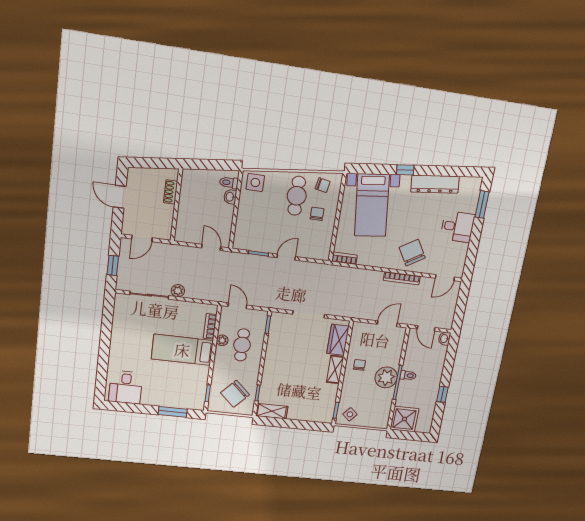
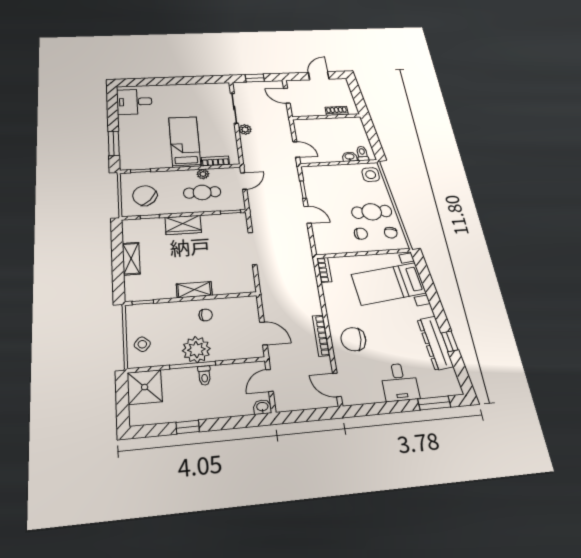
window: (405, 170) -> (450, 341), moved
door: (211, 247) -> (296, 149), hinge flipped
chair: (412, 253) -> (353, 339), turned -141
wardrobe: (338, 340) -> (183, 225), moved, turned 180
shelving: (272, 411) -> (131, 259), moved
side table: (350, 414) -> (142, 344), moved

